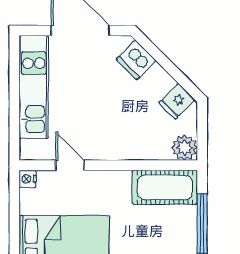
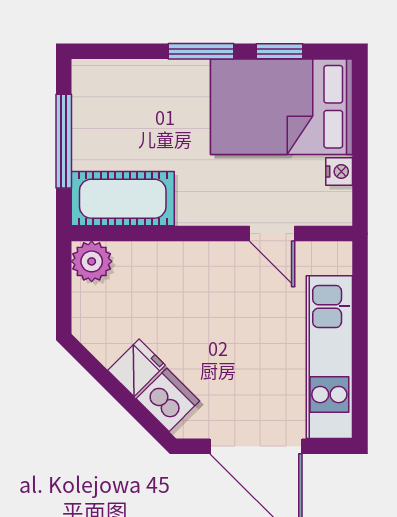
fridge: (177, 101) -> (137, 368), moved
nightstand: (28, 179) -> (339, 172), moved

